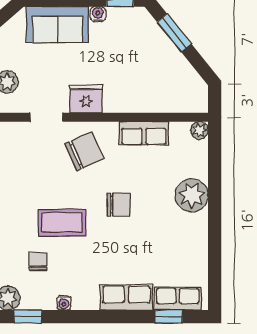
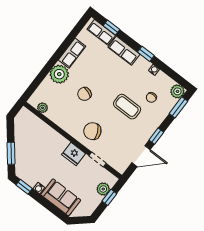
plant: (199, 130) -> (42, 108), moved
row of seats: (144, 133) -> (72, 53), moved, turned 90
chair: (119, 204) -> (84, 94), moved, turned -71
window: (28, 317) -> (146, 54), moved

